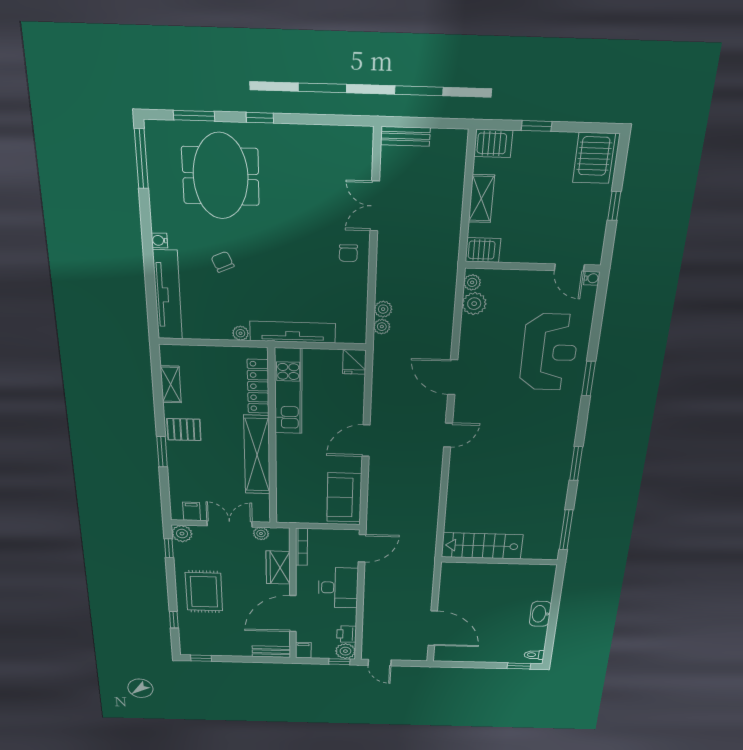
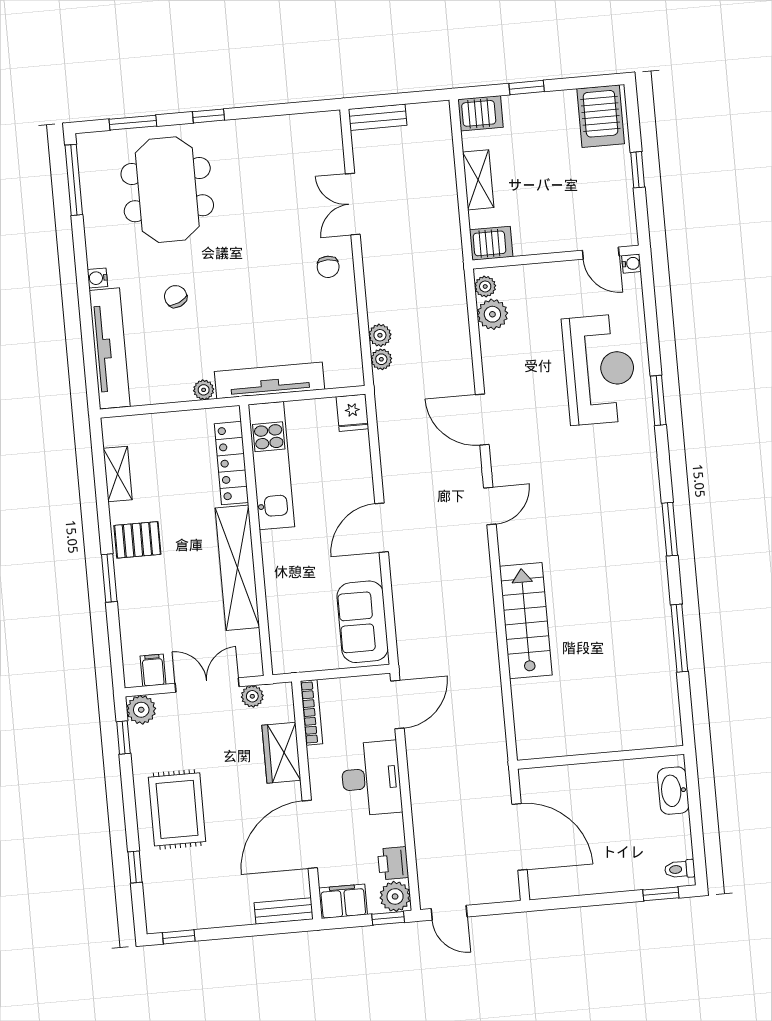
stairs: (482, 546) -> (526, 621), moved, turned 90
wall: (499, 561) -> (601, 757), moved
filing cabinet: (303, 650) -> (343, 901), width x2.00

